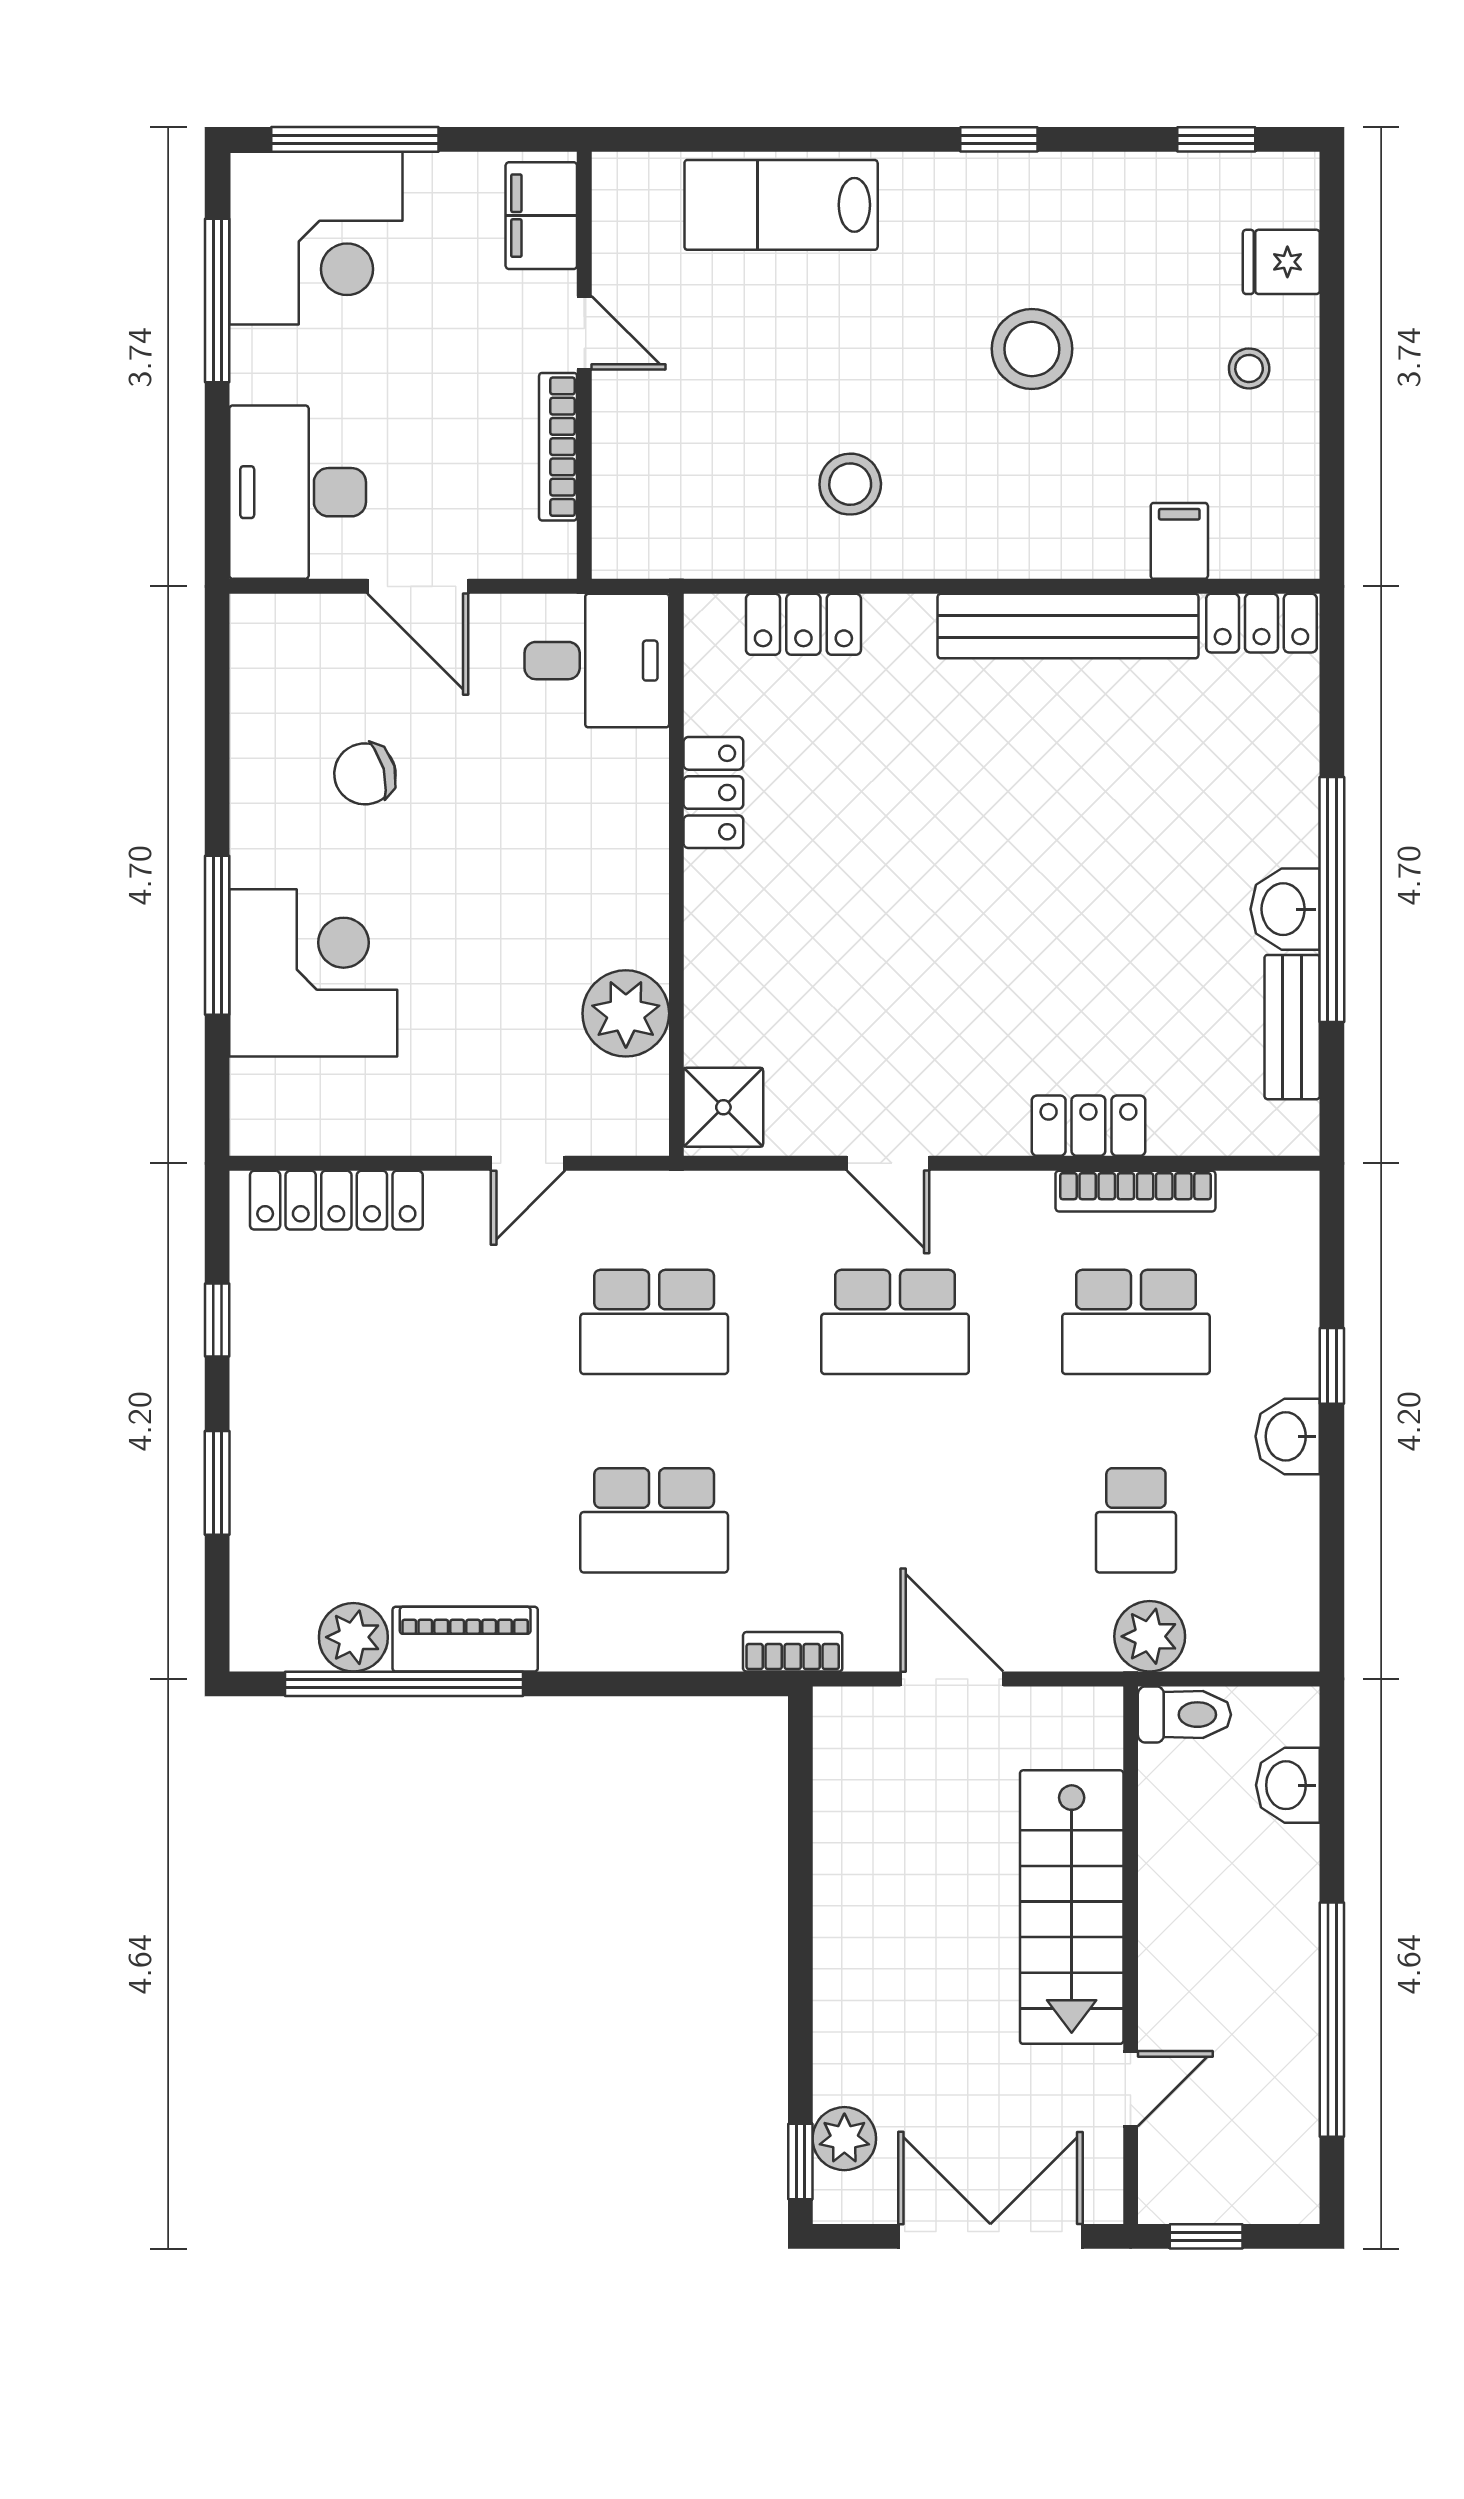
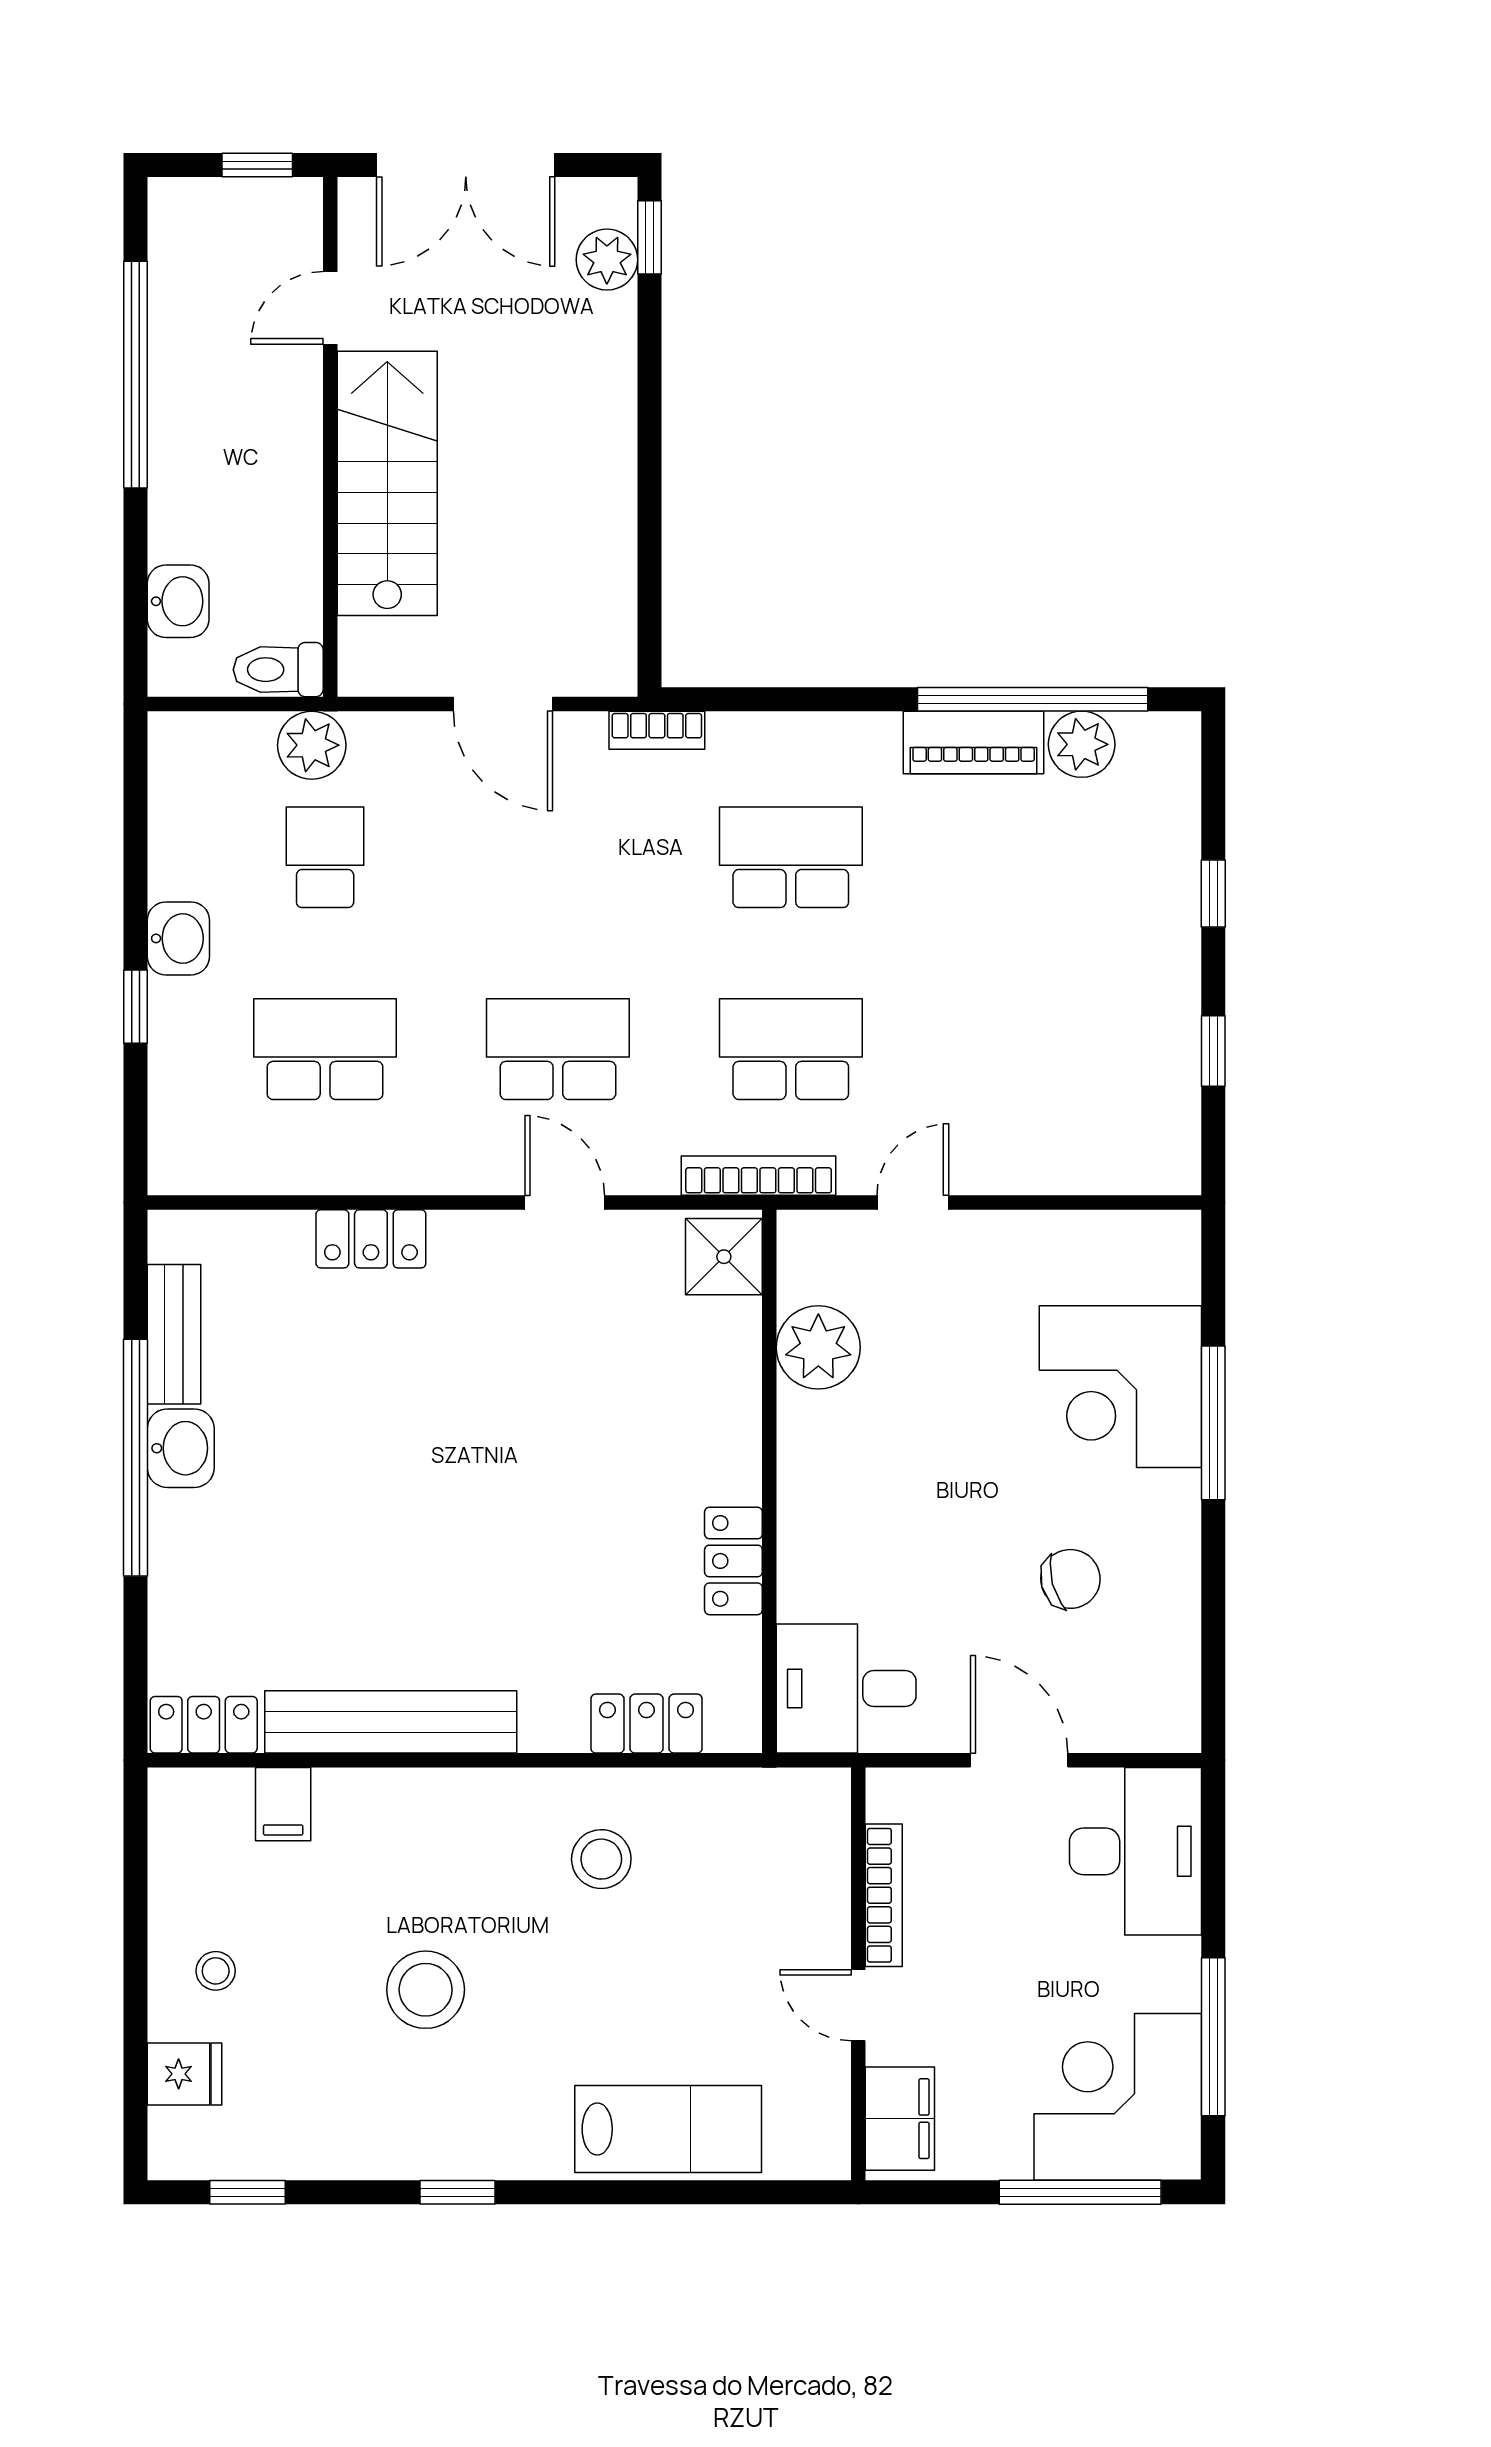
bookcase: (1135, 1191) -> (759, 1176), moved
locker: (336, 1200) -> (1098, 1167), removed
window: (217, 1483) -> (1213, 894), width x0.67

